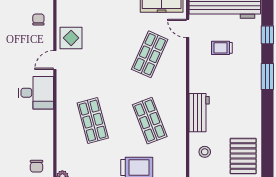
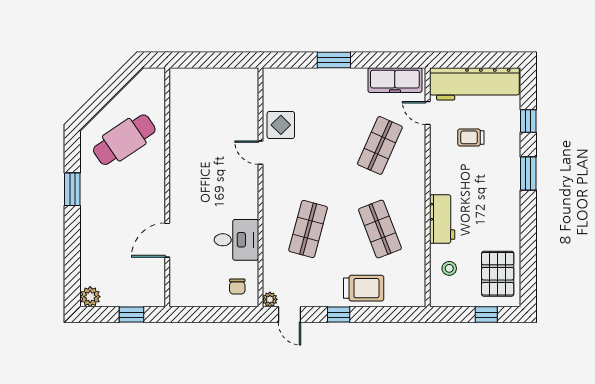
chair: (38, 20) -> (240, 102), removed
door: (55, 60) -> (260, 153), hinge flipped
desk: (36, 93) -> (236, 240), moved
shop shelf: (93, 121) -> (308, 229), turned 30

